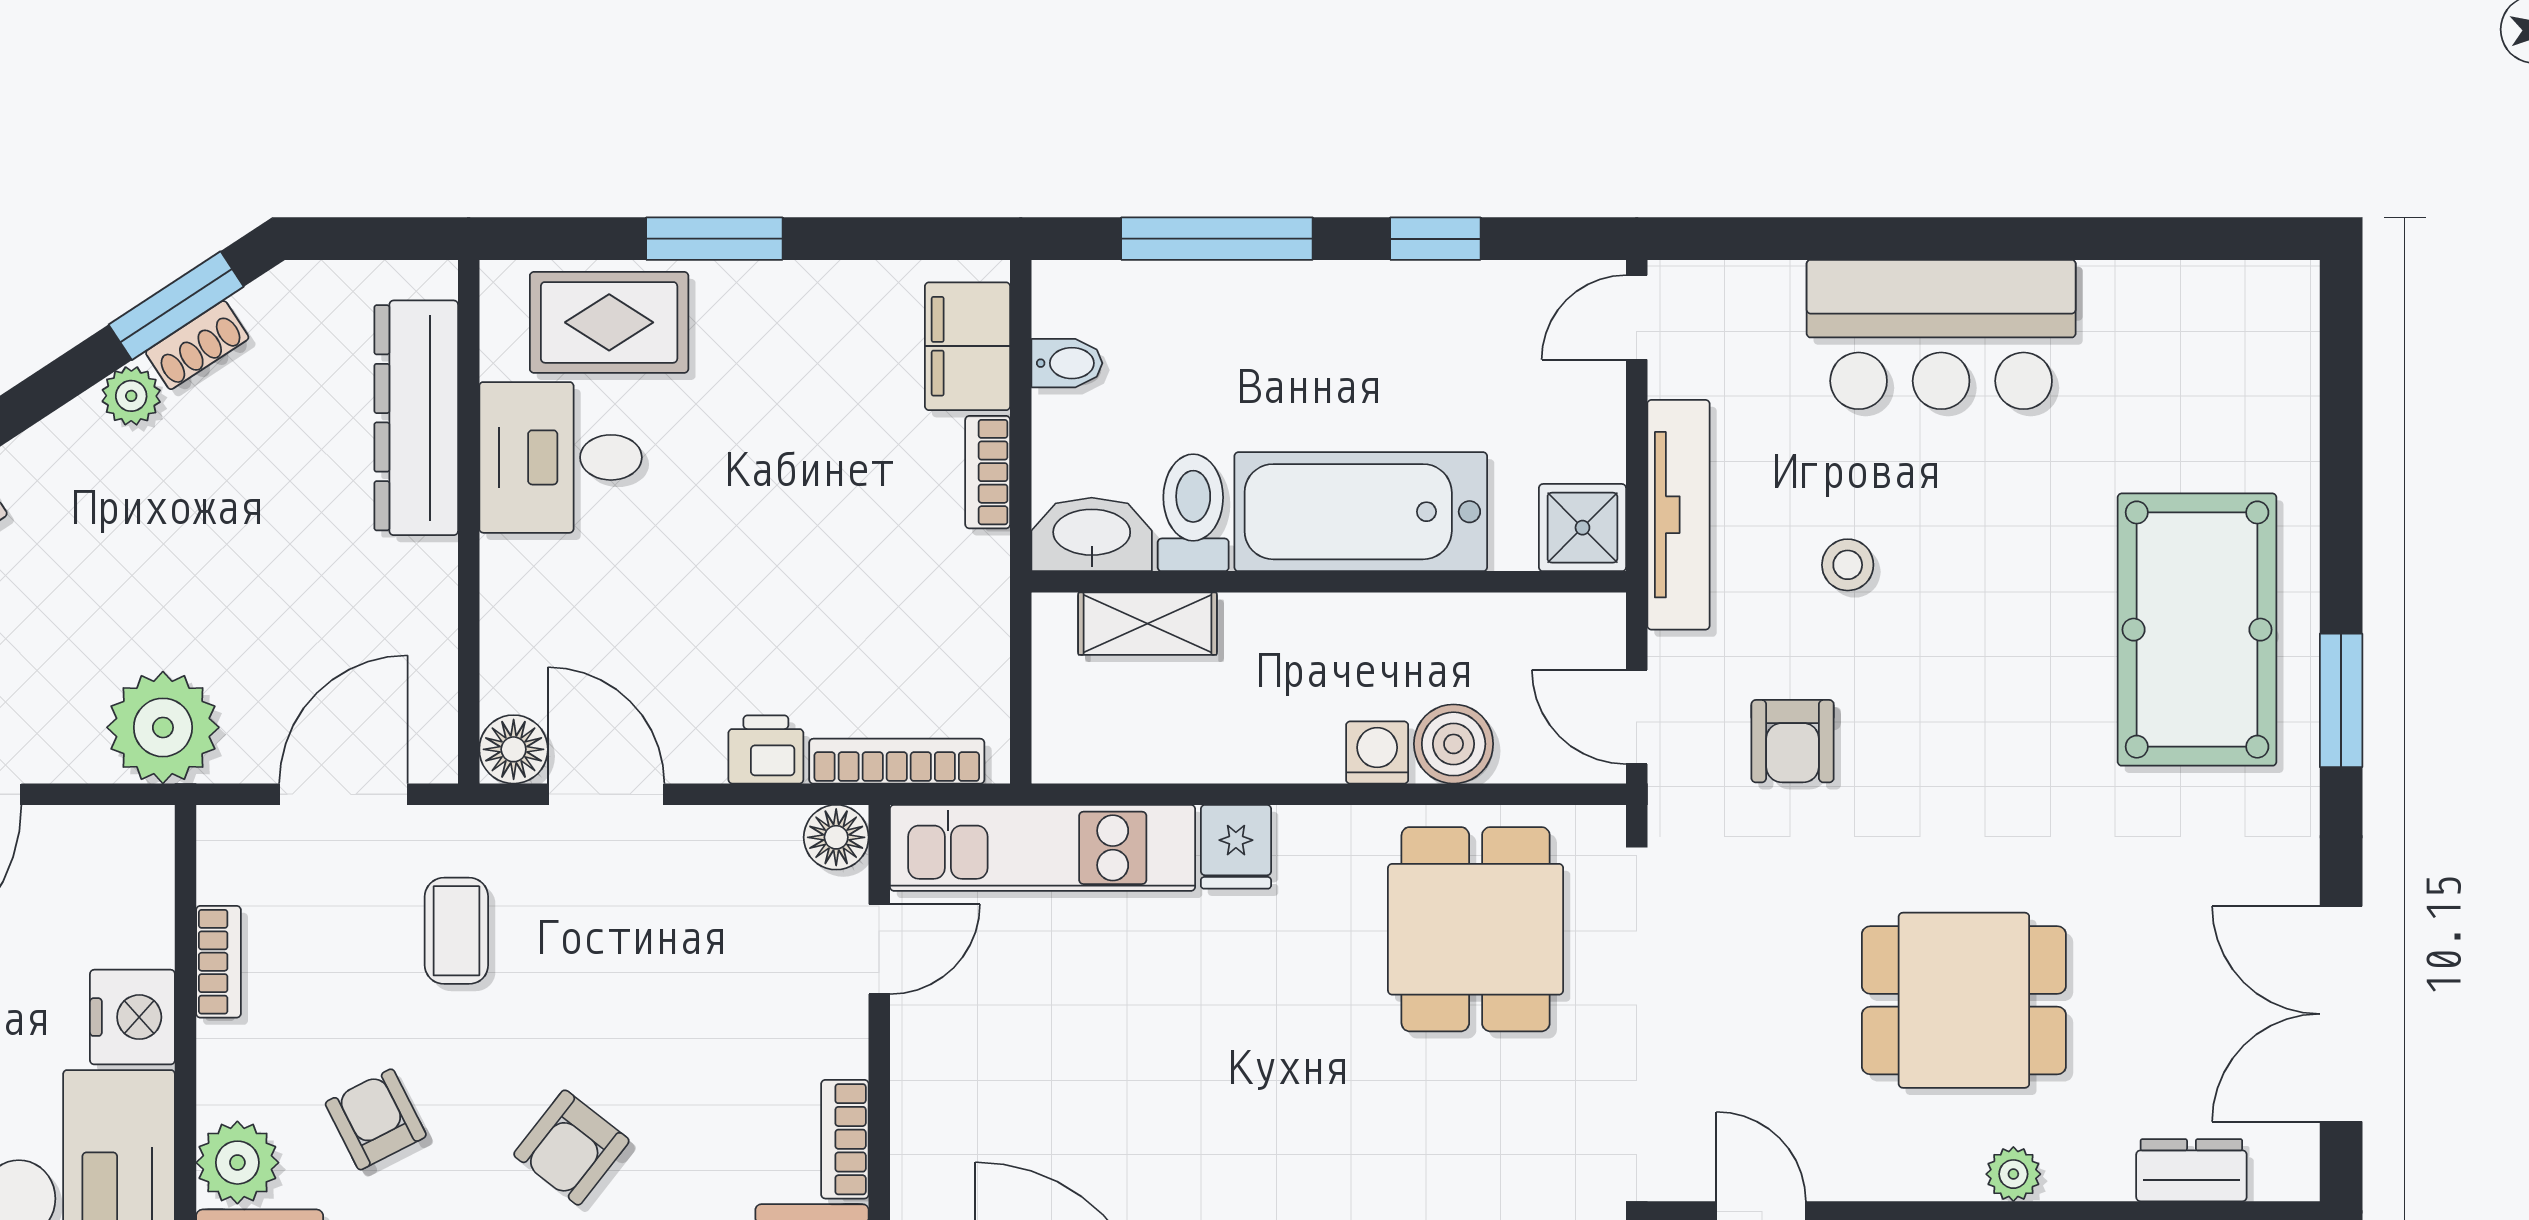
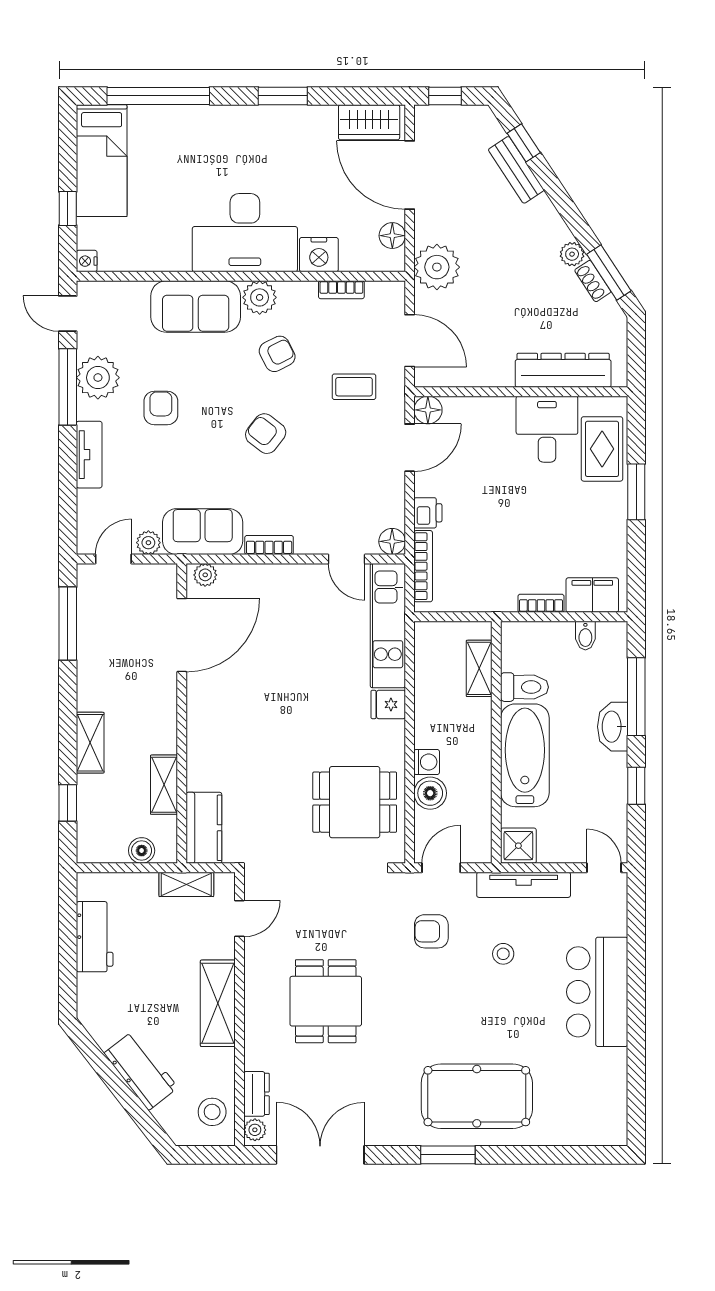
washbasin: (1092, 534) -> (613, 727), moved, turned 180
floor lamp: (86, 837) -> (392, 236), added
plant: (2013, 1174) -> (255, 1130), moved

